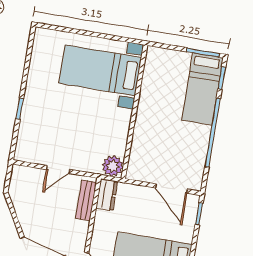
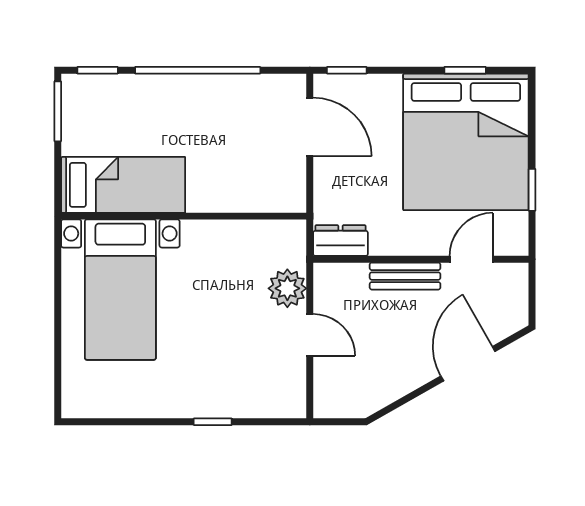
bed: (202, 89) -> (123, 185), moved
plant: (113, 166) -> (287, 288), moved
door: (172, 188) -> (310, 127), hinge flipped
bench: (86, 200) -> (405, 276), moved

